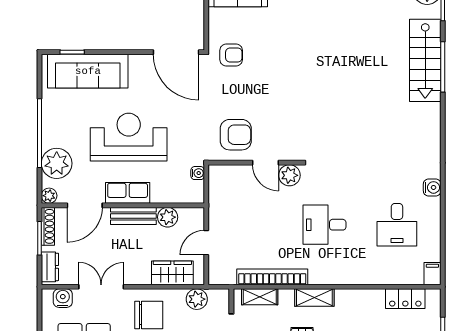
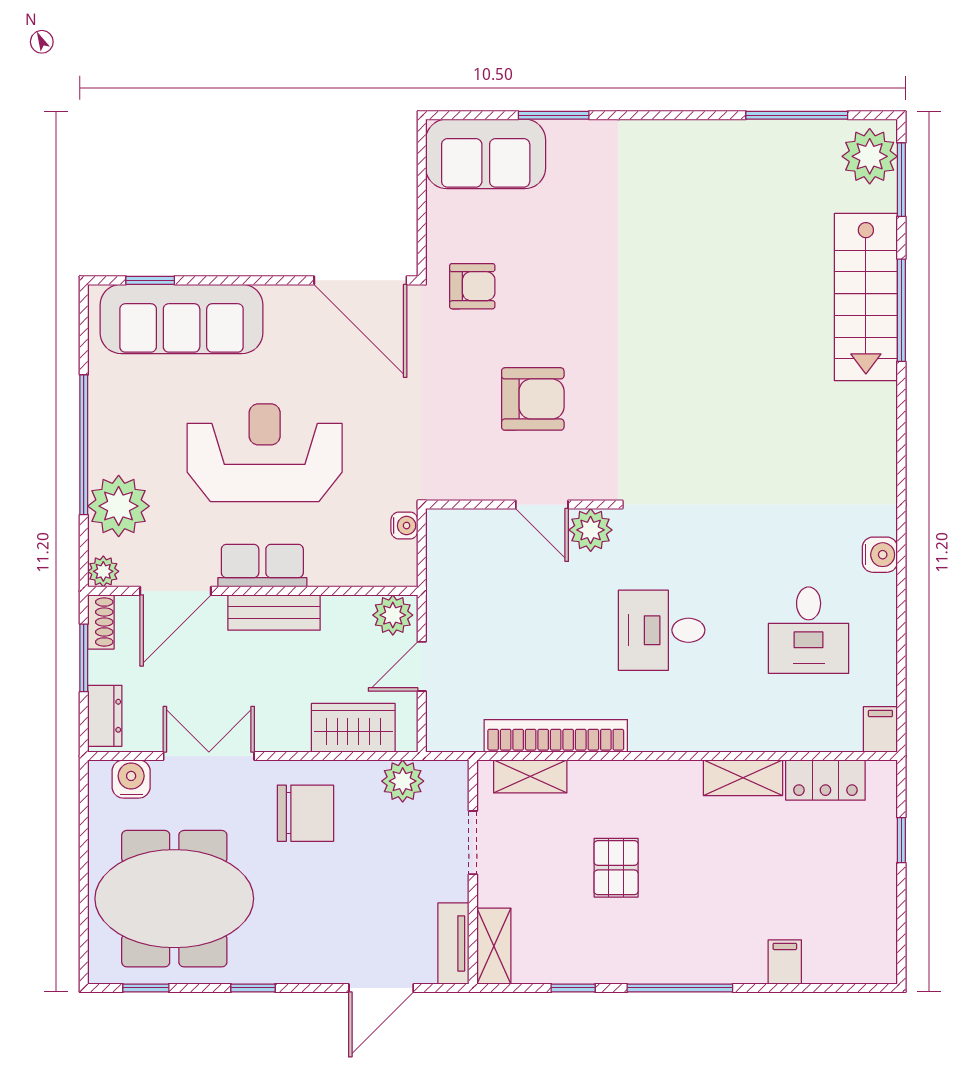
armchair: (236, 135) -> (533, 399), moved
plant: (168, 217) -> (393, 615), moved
shoe rack: (48, 226) -> (101, 622), width x0.70
shelving: (314, 297) -> (743, 778), moved

